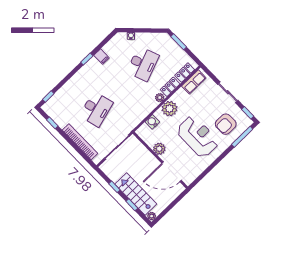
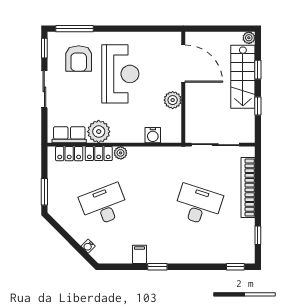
desk: (96, 109) -> (198, 205), turned 33
plant: (169, 109) -> (99, 132), moved
armchair: (226, 124) -> (79, 59), turned 90
reception desk: (198, 137) -> (120, 74), turned 180

